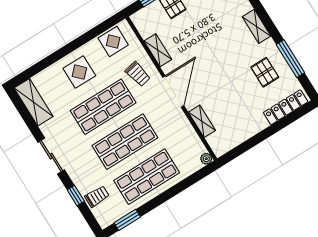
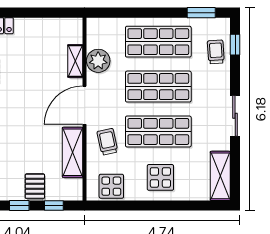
shelving: (158, 50) -> (73, 152), width x1.50, depth x1.33
plant: (206, 159) -> (98, 61), moved, width x1.88, depth x1.88
window: (76, 196) -> (235, 45), moved
trolley: (97, 196) -> (216, 52), turned 86

